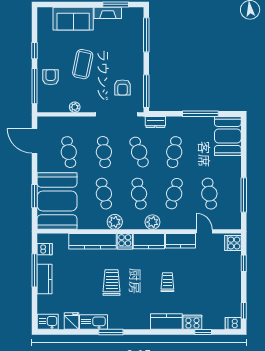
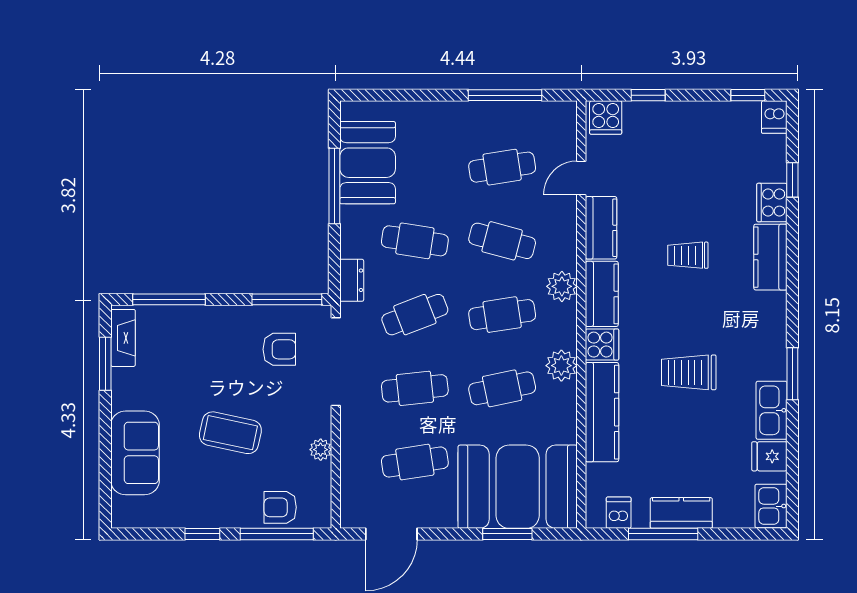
fireplace: (108, 13) -> (123, 338), moved
armchair: (51, 77) -> (280, 507), moved
booth: (228, 136) -> (368, 163), moved, turned 90

